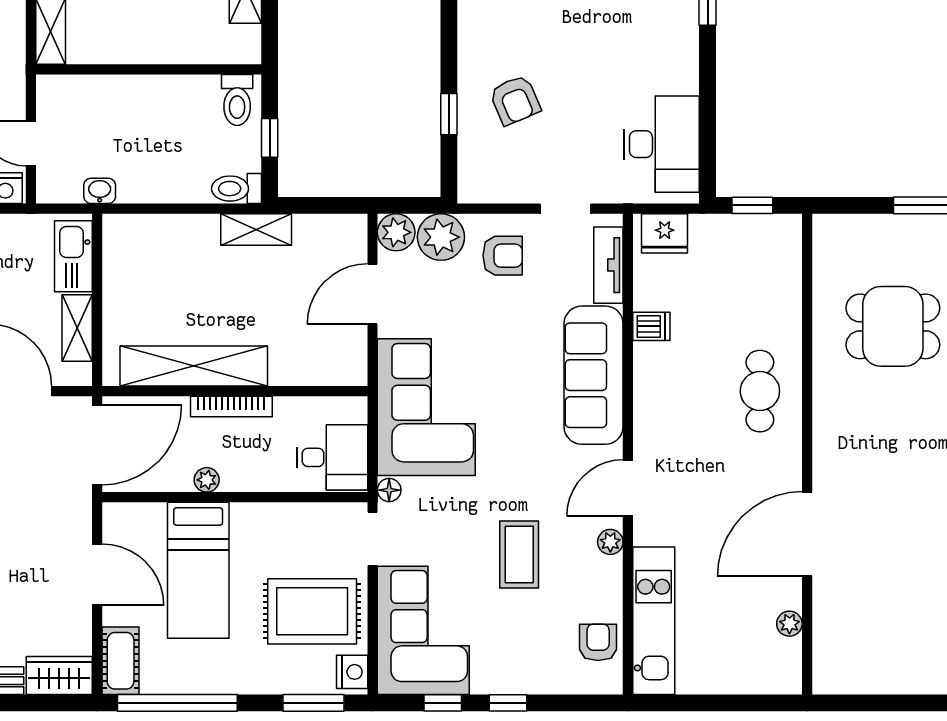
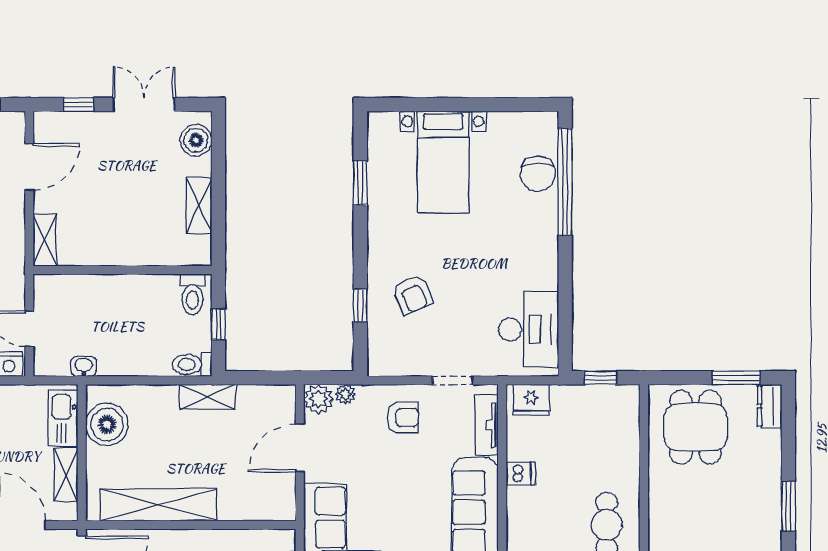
plant: (441, 237) -> (345, 394), width x0.53, depth x0.53
boiler: (129, 264) -> (107, 424), added
dining table: (893, 326) -> (695, 427), moved, turned 90
bookcase: (231, 406) -> (188, 537), removed

